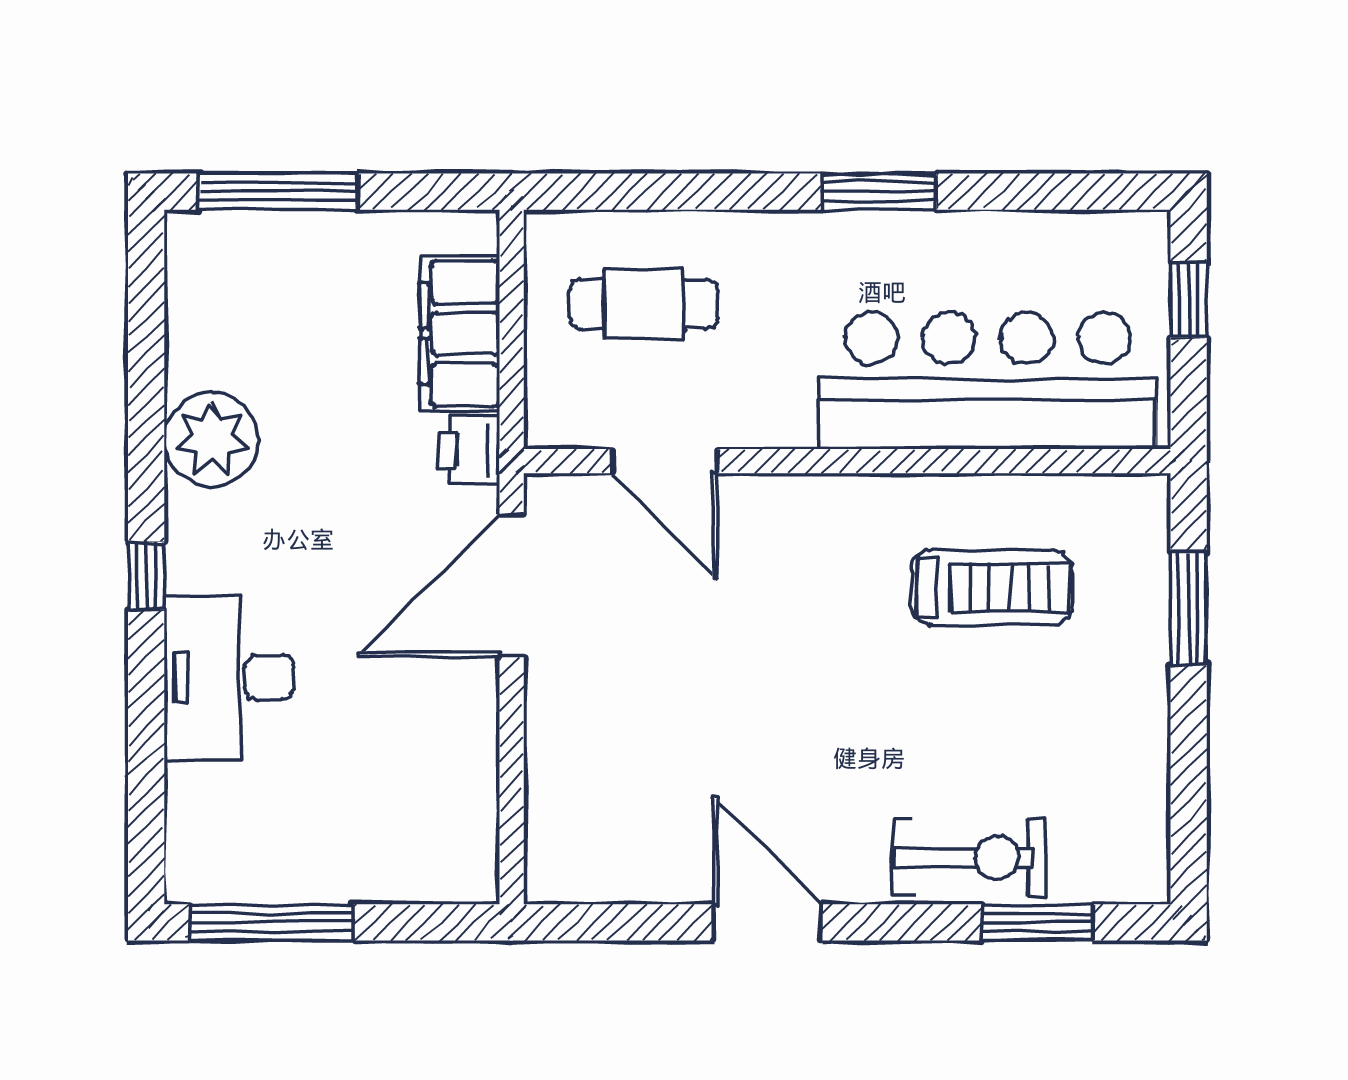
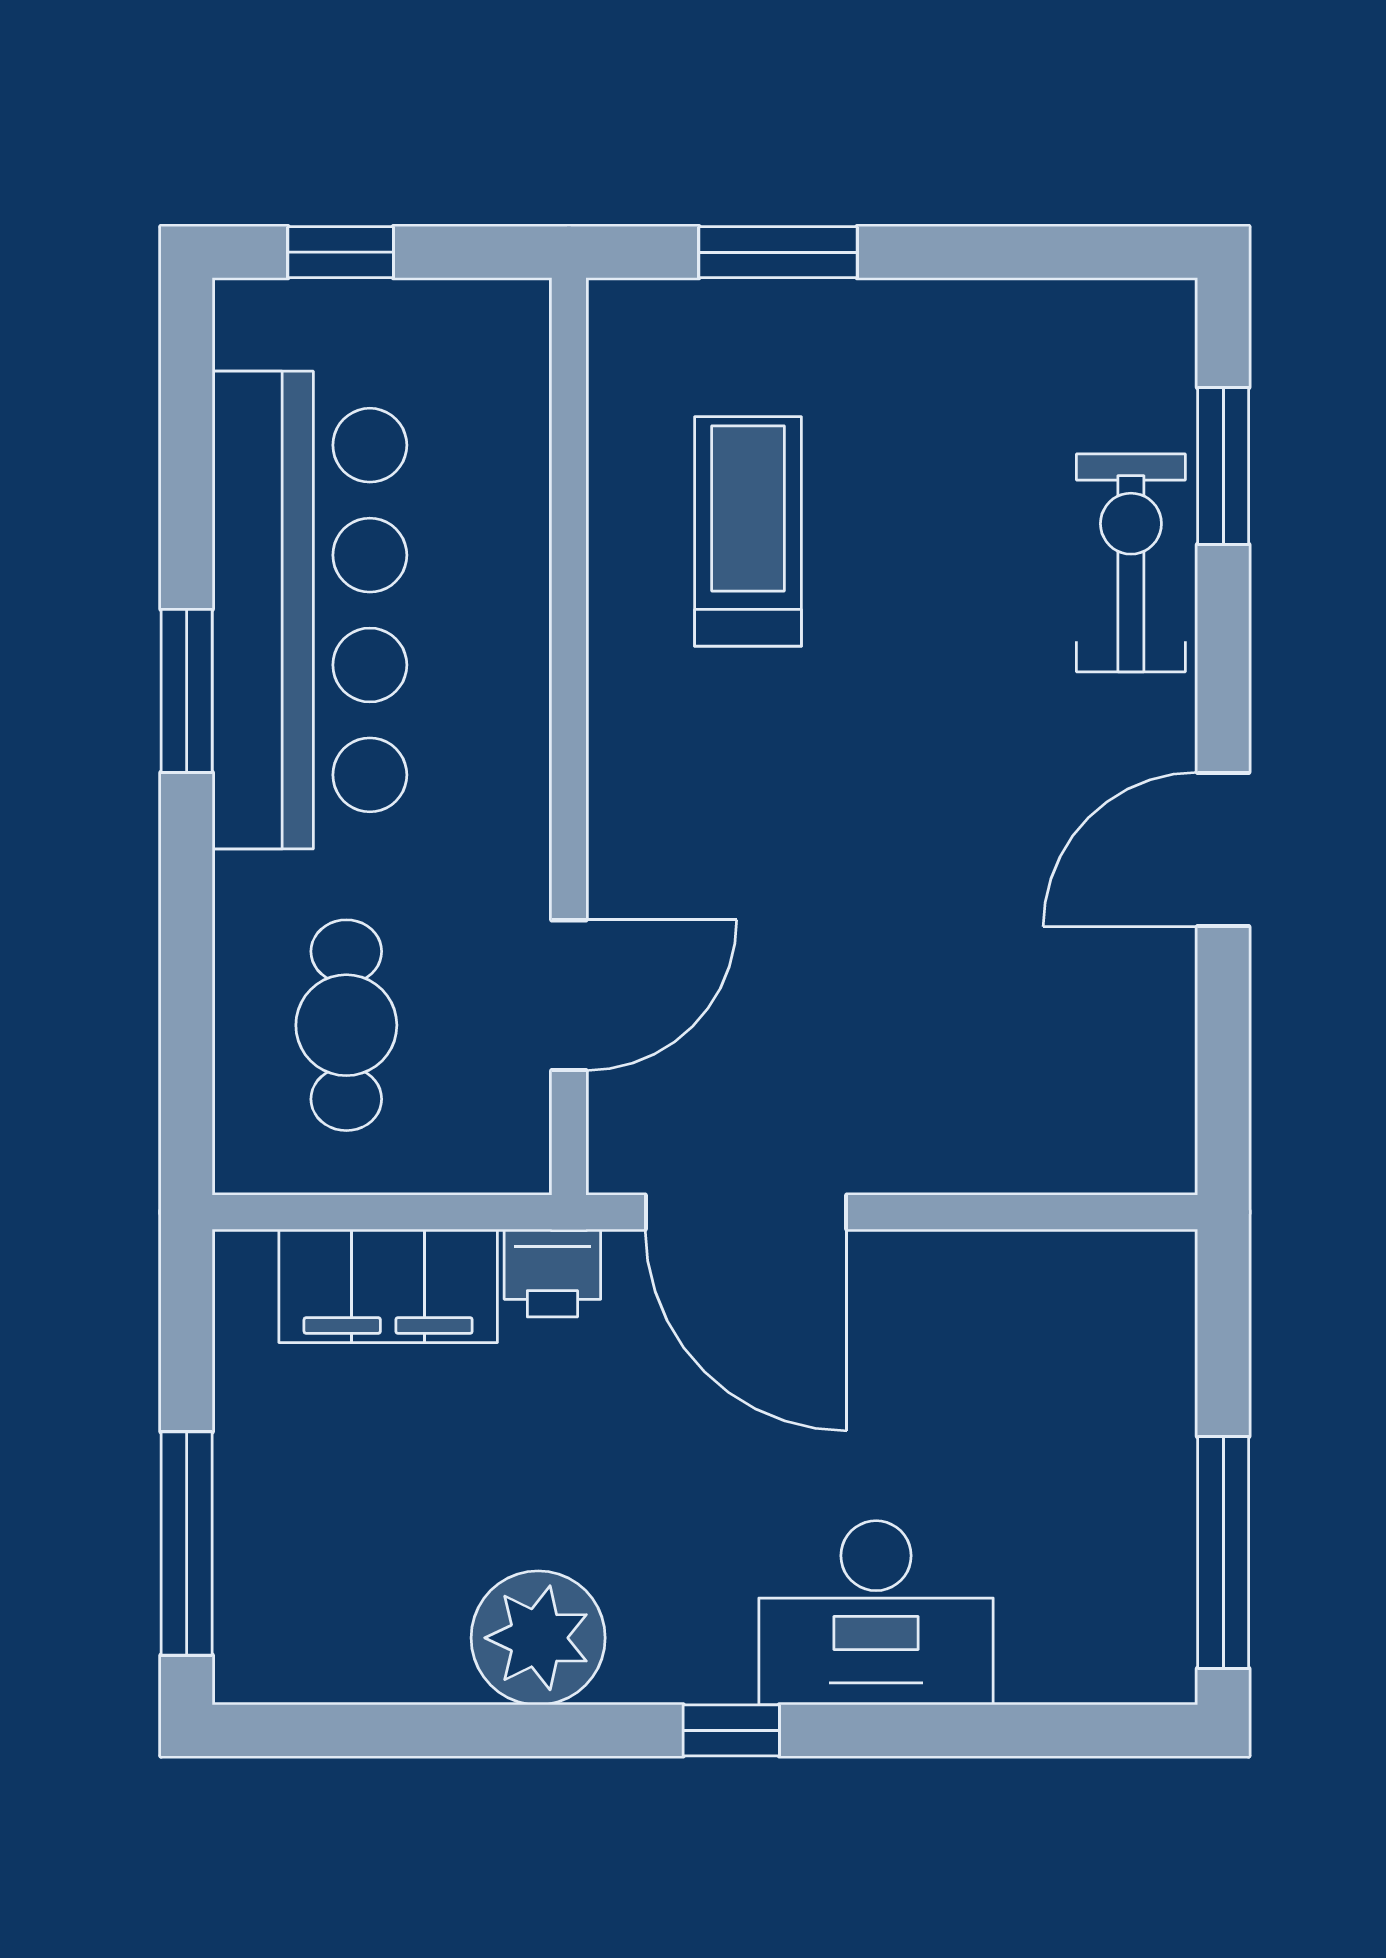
bar counter: (988, 381) -> (309, 610), moved, turned 180

